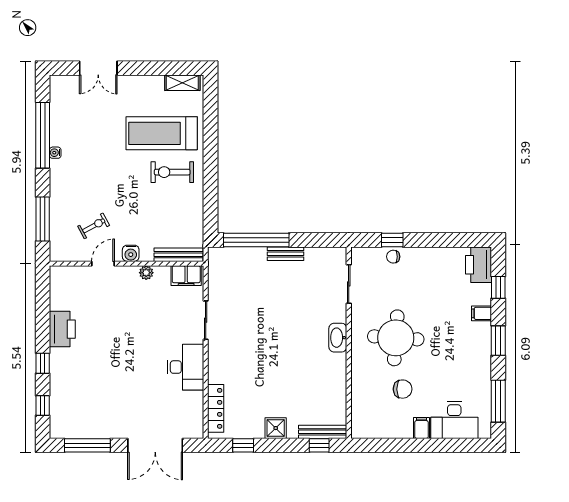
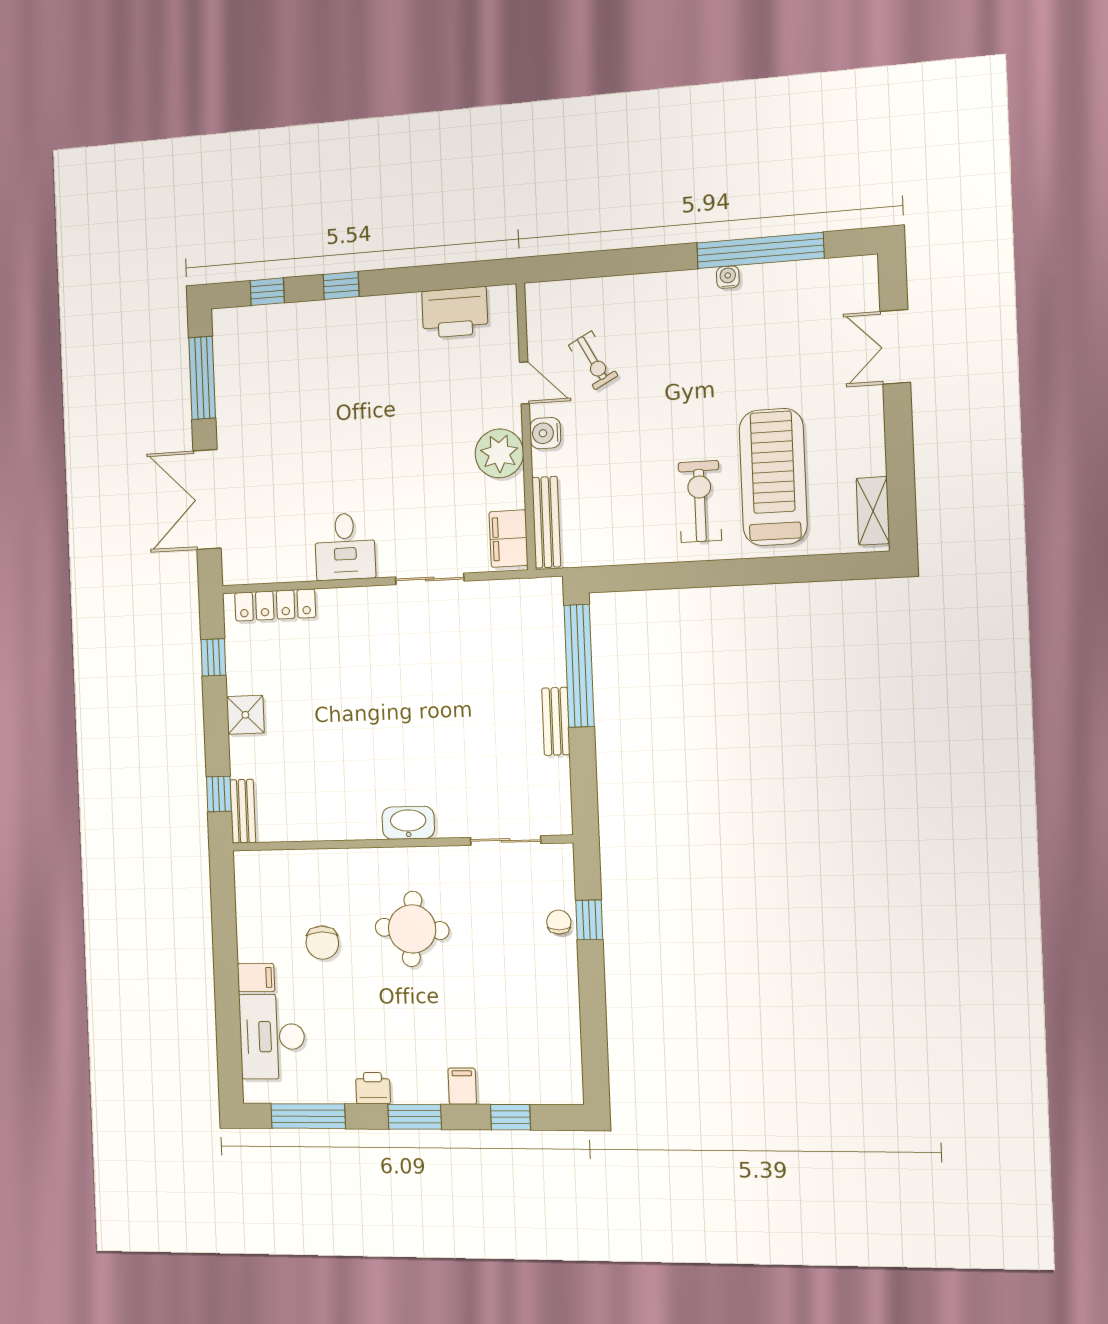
window: (43, 219) -> (602, 264), removed
printer: (479, 265) -> (373, 1088), moved, width x0.53, depth x0.68
plant: (146, 273) -> (499, 453), width x1.88, depth x1.88
printer: (62, 329) -> (455, 312), moved
round table: (396, 338) -> (412, 929), width x0.73, depth x0.73
desk: (186, 367) -> (345, 547), width x0.73
bench: (323, 432) -> (243, 811), width x0.73

